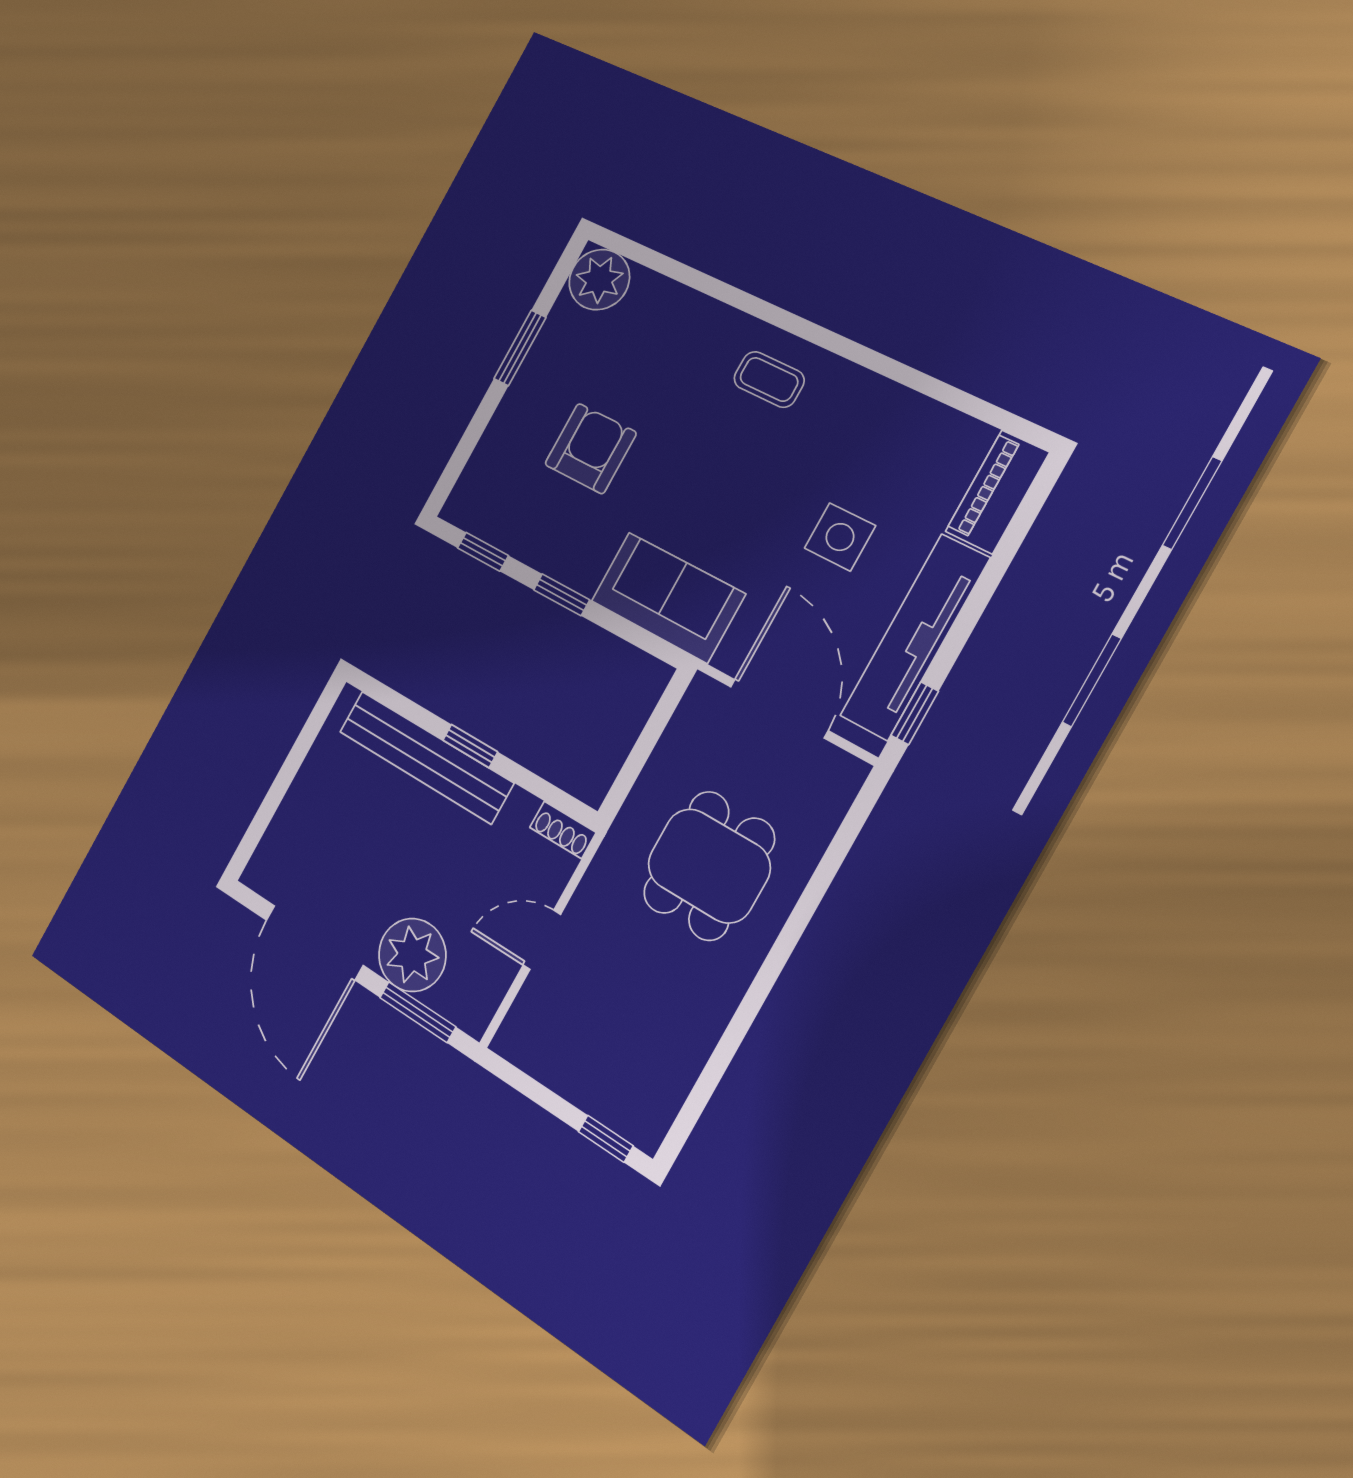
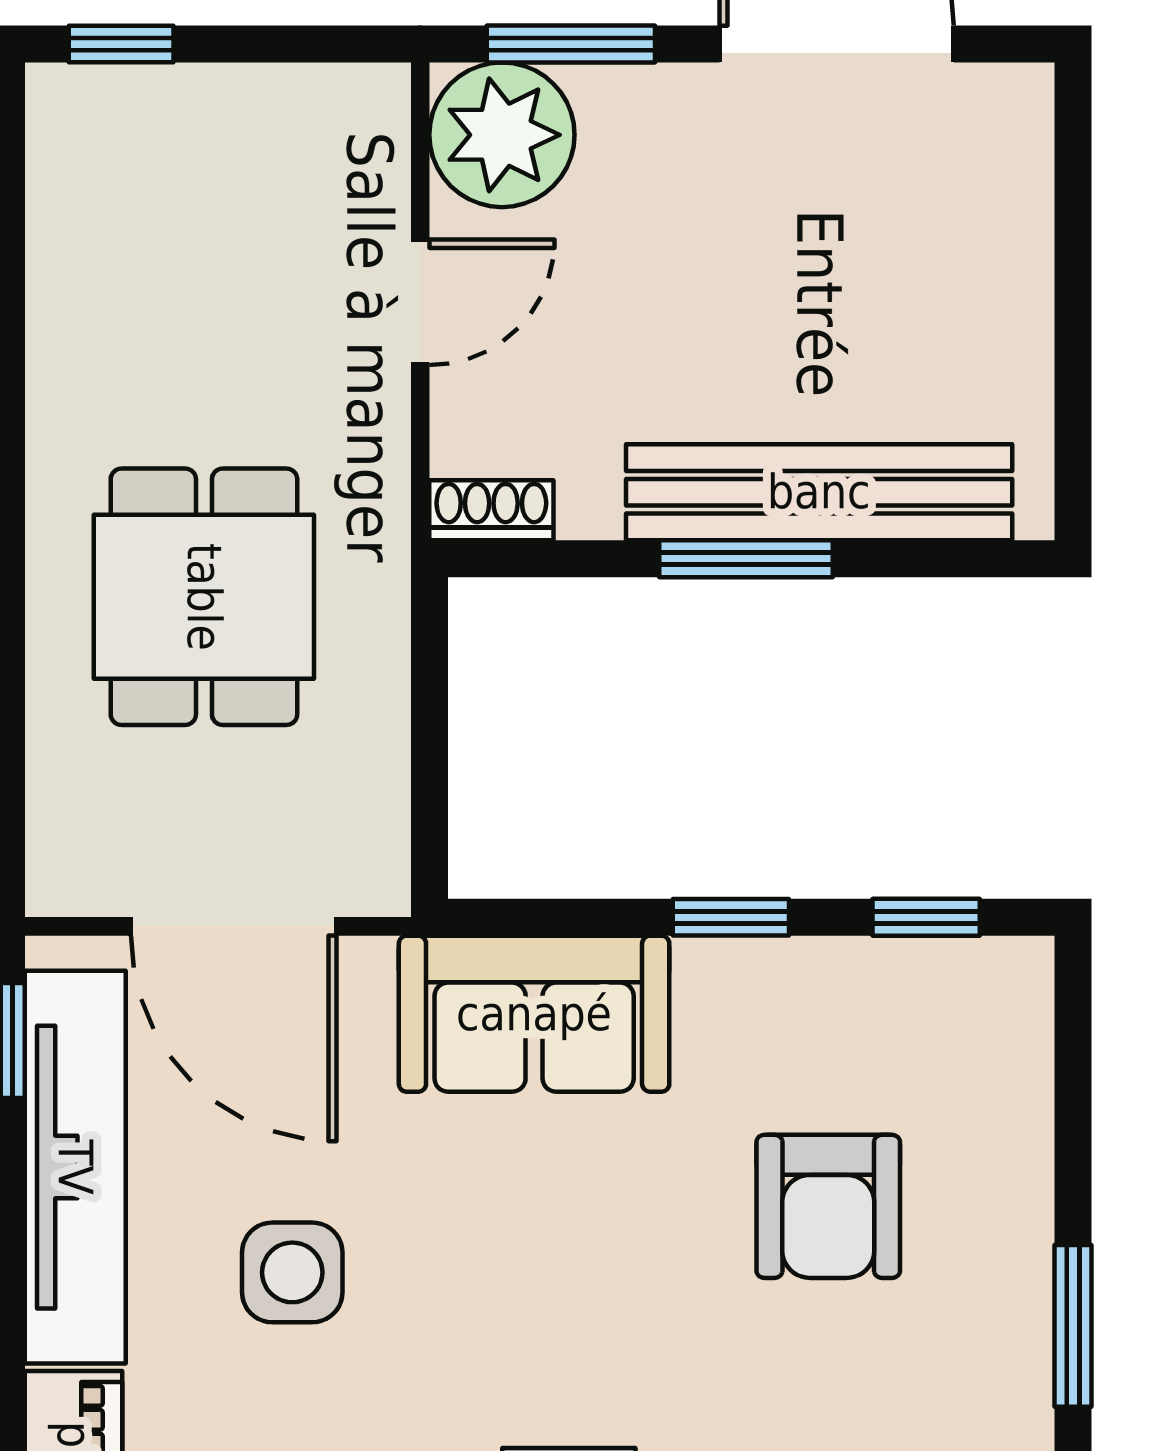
window: (470, 746) -> (746, 559), width x1.50
plant: (412, 955) -> (502, 135), moved

